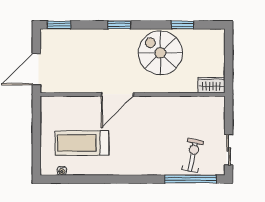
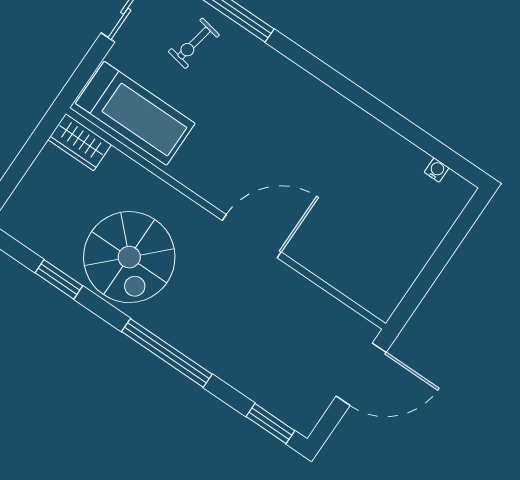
window: (119, 25) -> (167, 353), width x2.11
treadmill: (82, 143) -> (135, 113), moved
exercise bike: (193, 155) -> (194, 43), width x0.73, depth x0.72

